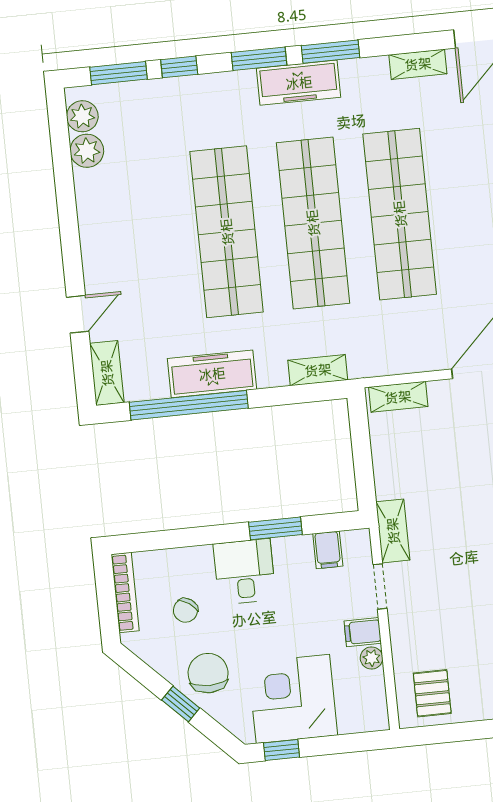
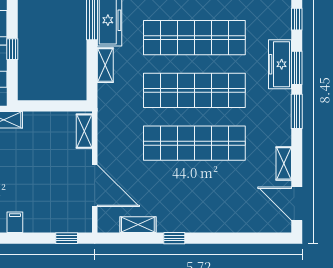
freezer: (299, 83) -> (280, 64), moved
shelving: (318, 370) -> (105, 65), moved
window: (275, 528) -> (12, 49), width x0.67

